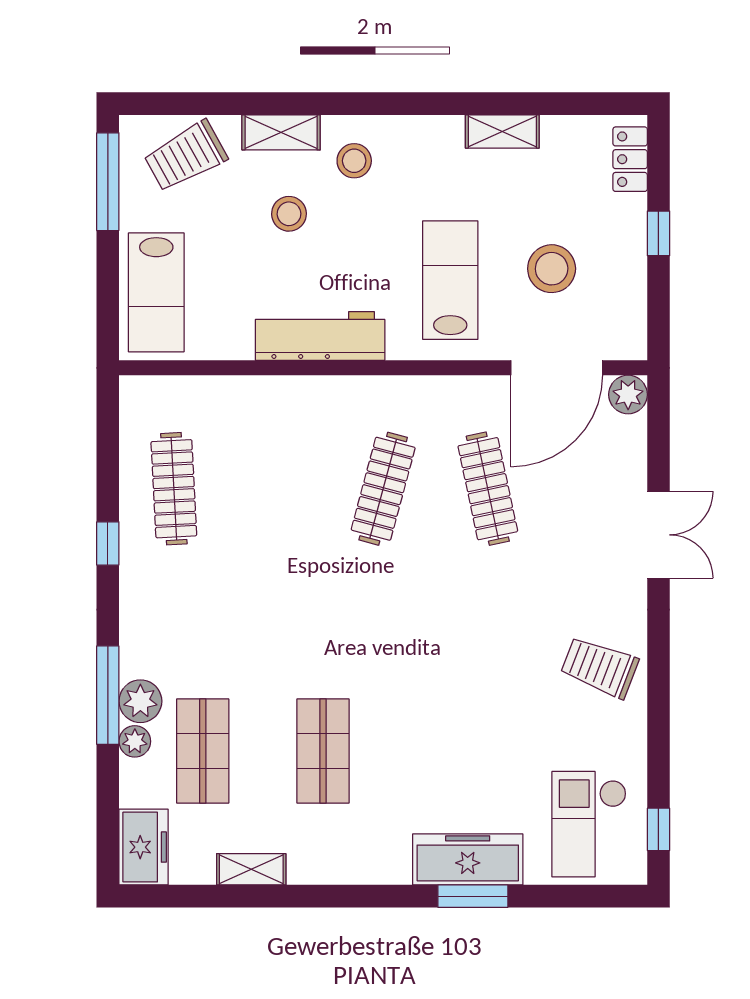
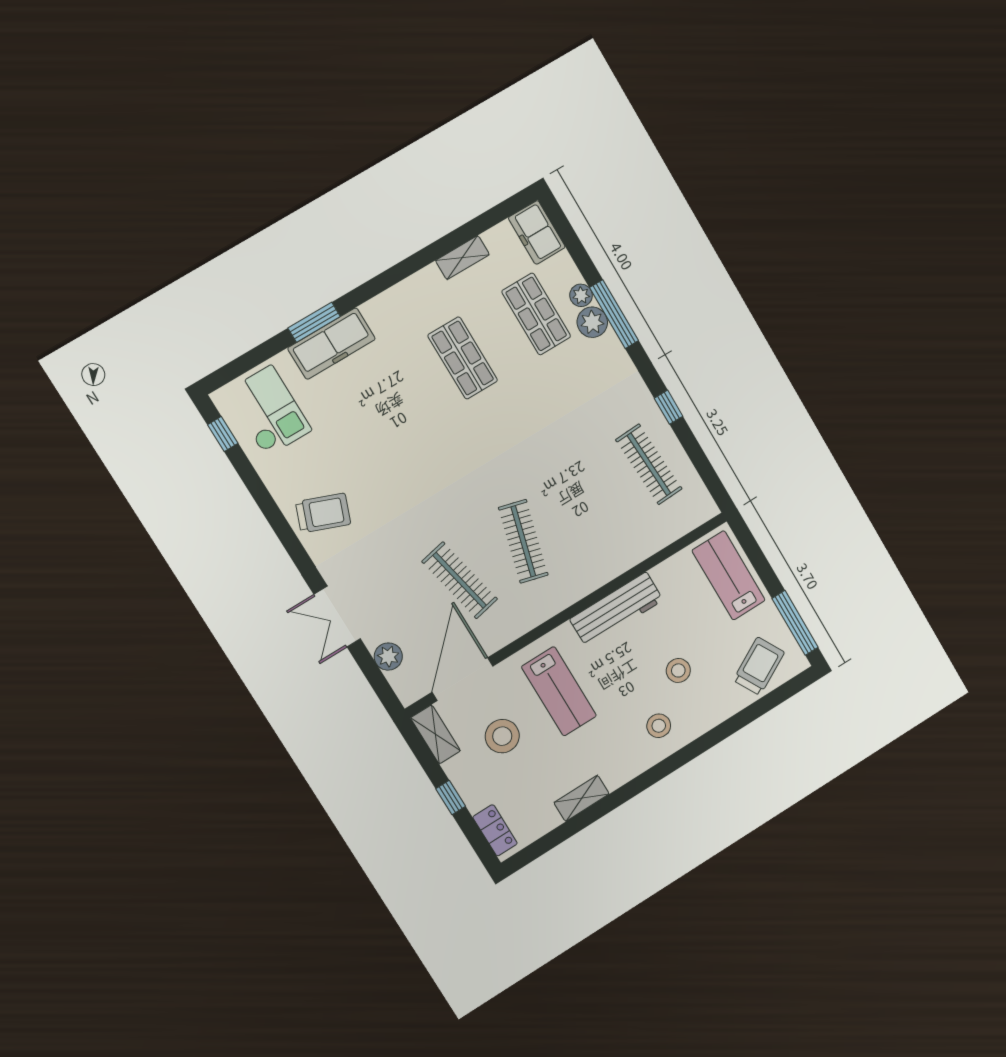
shelving: (281, 132) -> (435, 734), moved, turned 90
plant: (628, 395) -> (388, 657), moved

